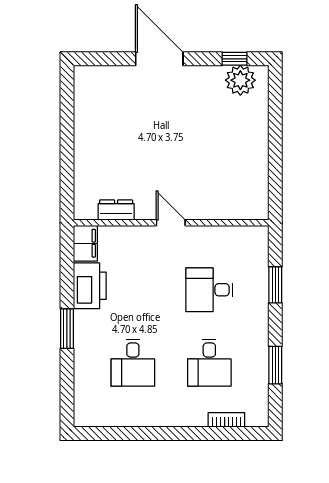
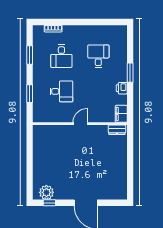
dresser: (116, 210) -> (117, 130), moved
door: (171, 223) -> (80, 124), swing flipped
printer: (90, 286) -> (122, 88), width x0.53, depth x0.68
desk: (209, 363) -> (61, 56), turned 180

